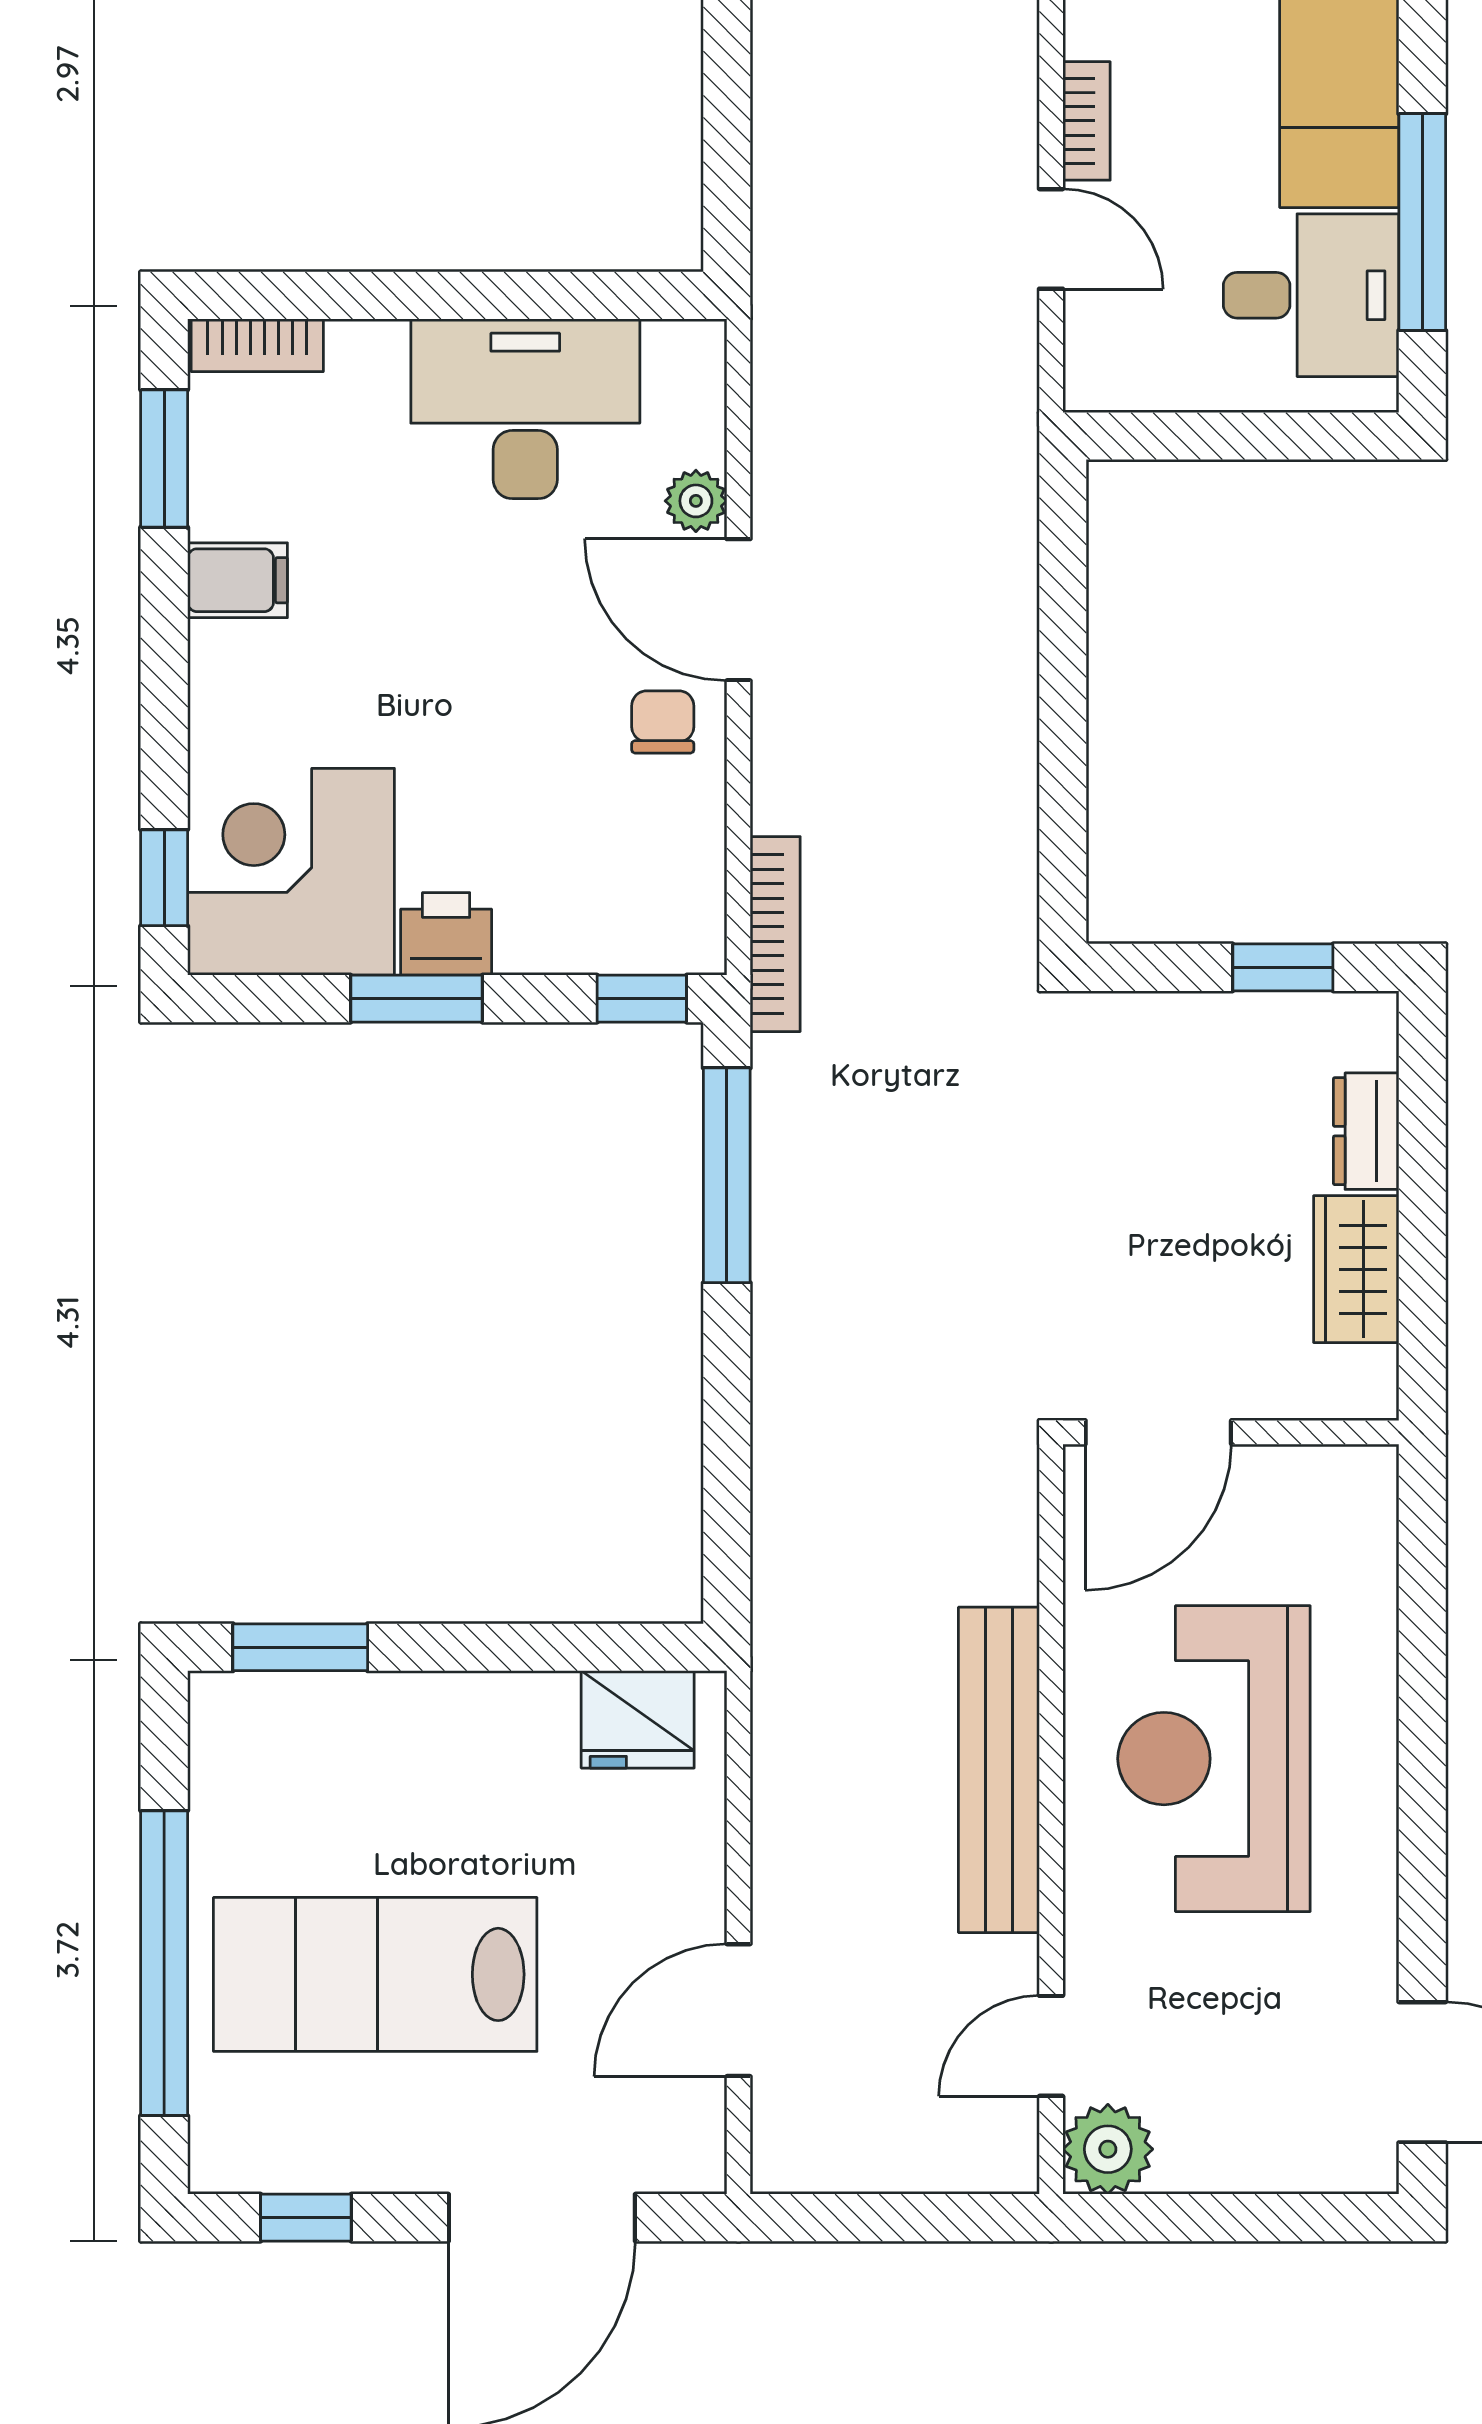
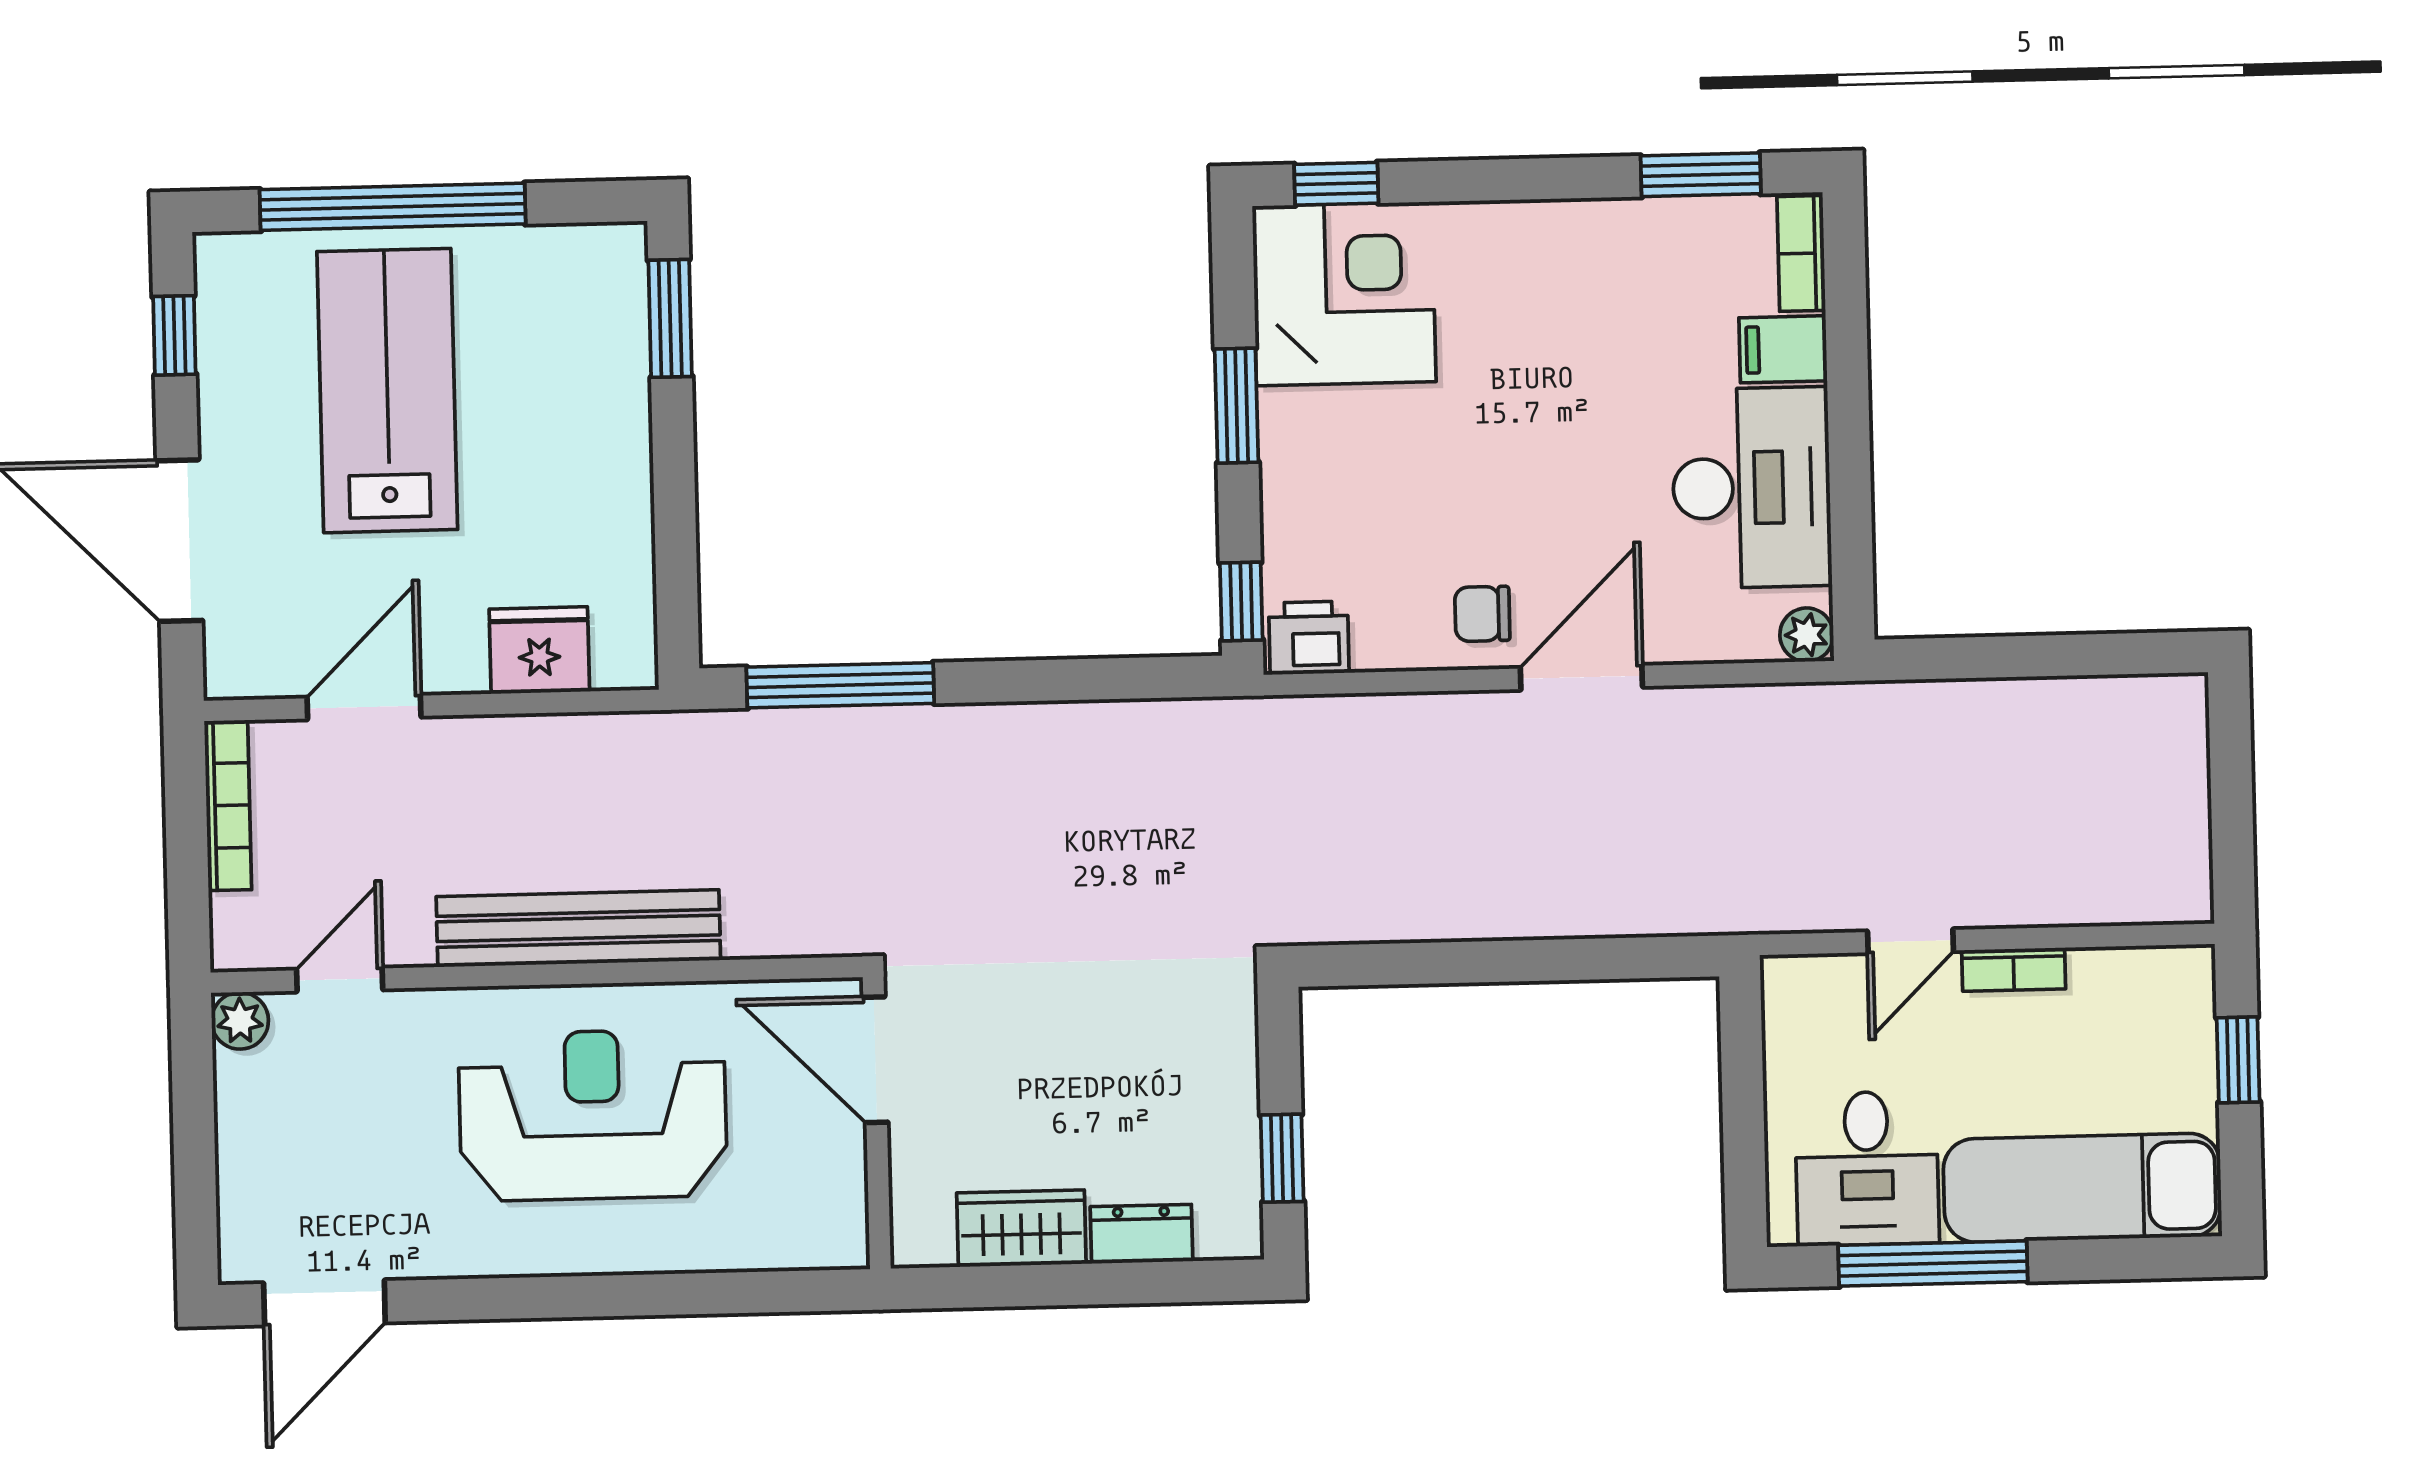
plant: (696, 501) -> (1807, 635), moved
filing cabinet: (238, 580) -> (1783, 349), moved, turned 90
chair: (663, 722) -> (1482, 614), turned 180
printer: (446, 934) -> (1309, 638), moved, turned -90
bookcase: (775, 934) -> (228, 805), moved, turned -90
window: (727, 1175) -> (840, 685), moved
fridge: (638, 1719) -> (539, 650), moved, turned 90
door: (739, 2010) -> (364, 707), hinge flipped
door: (1051, 2046) -> (340, 980), hinge flipped
plant: (1108, 2149) -> (240, 1021), width x0.73, depth x0.73

